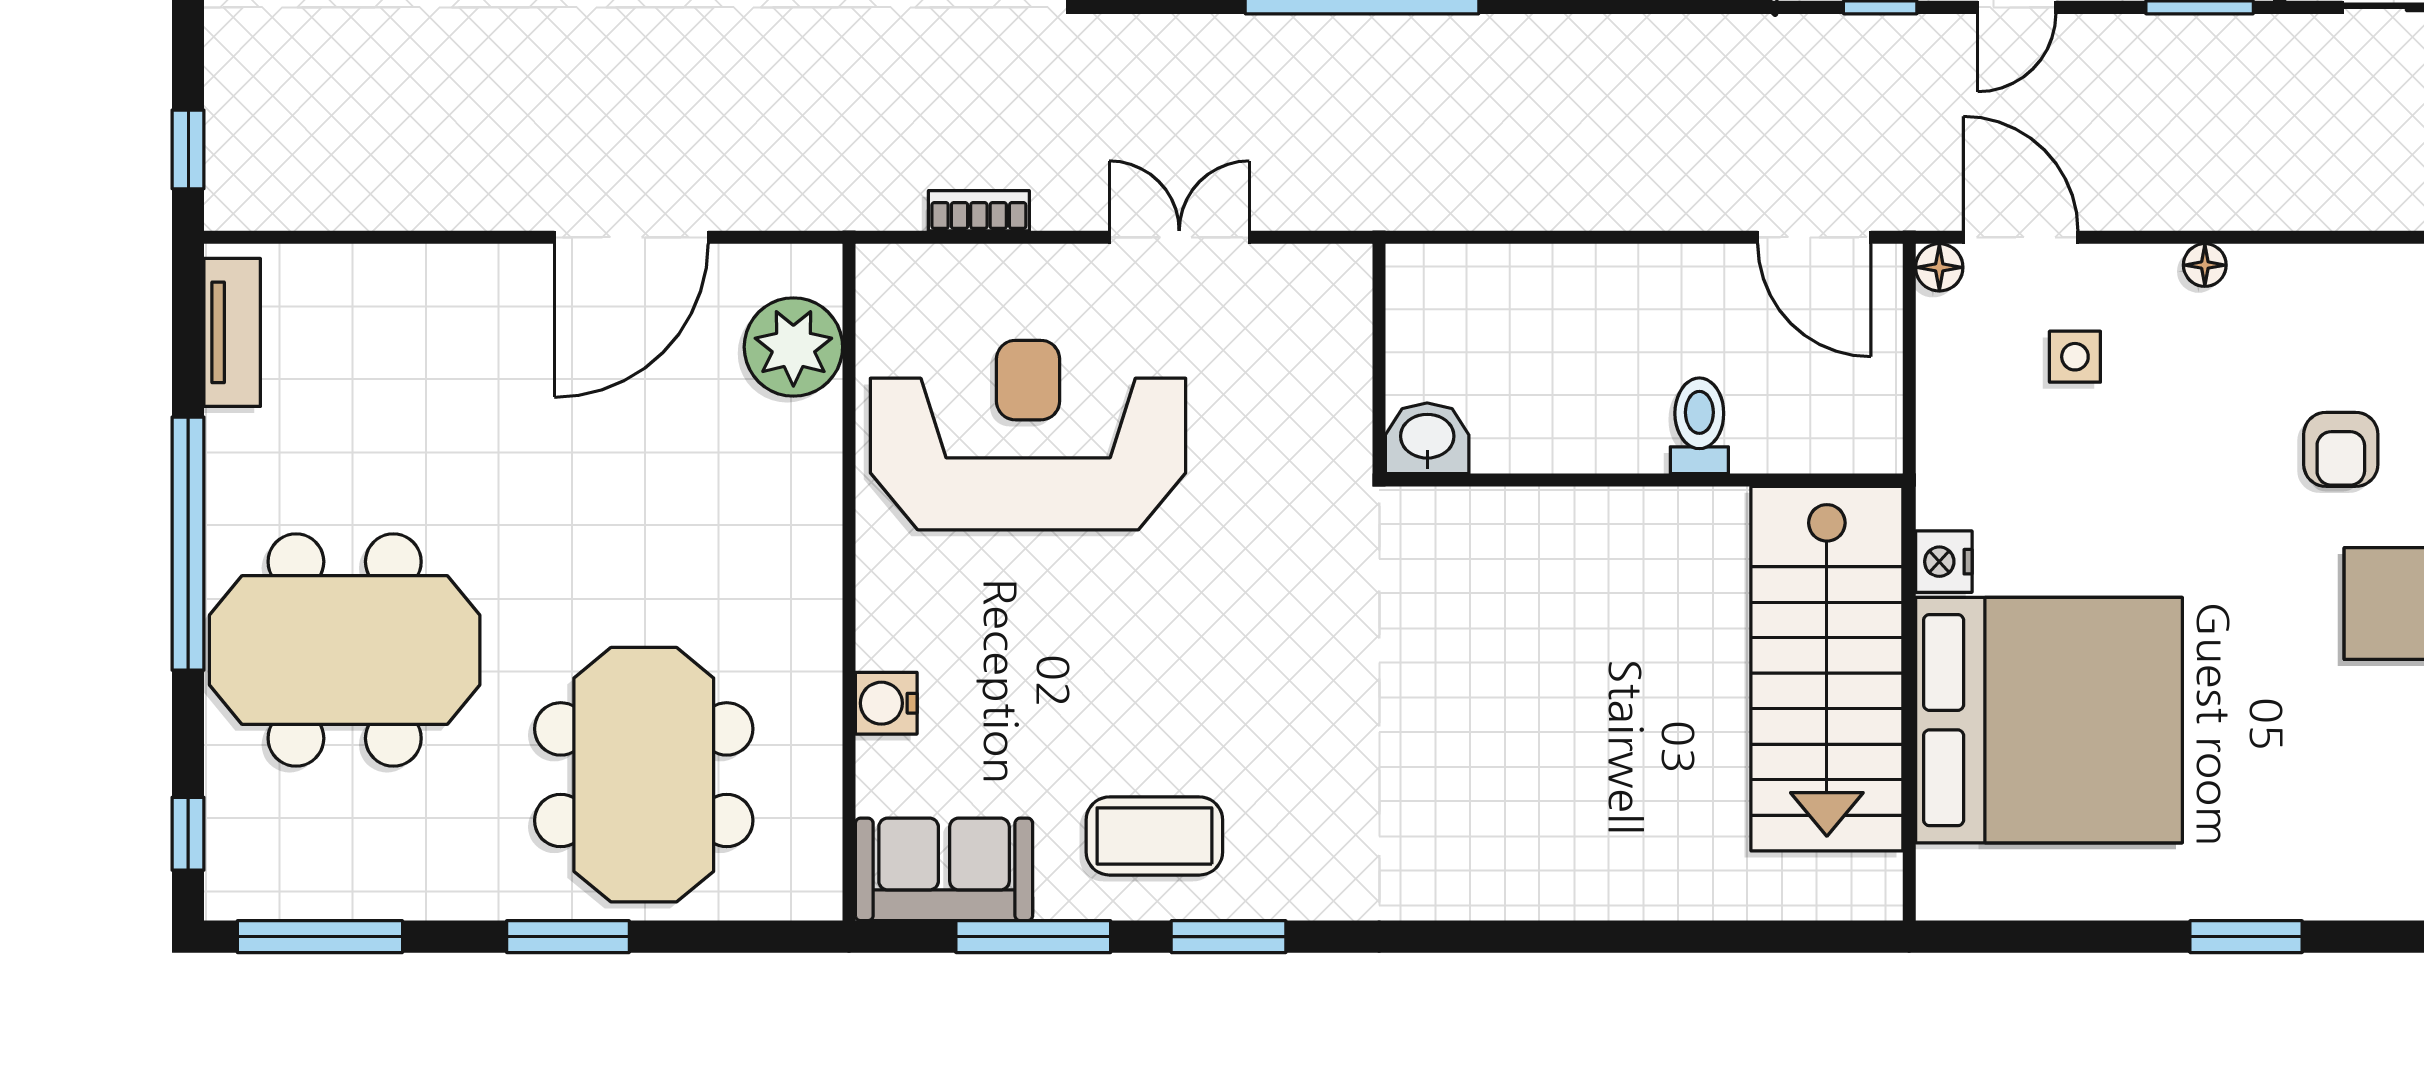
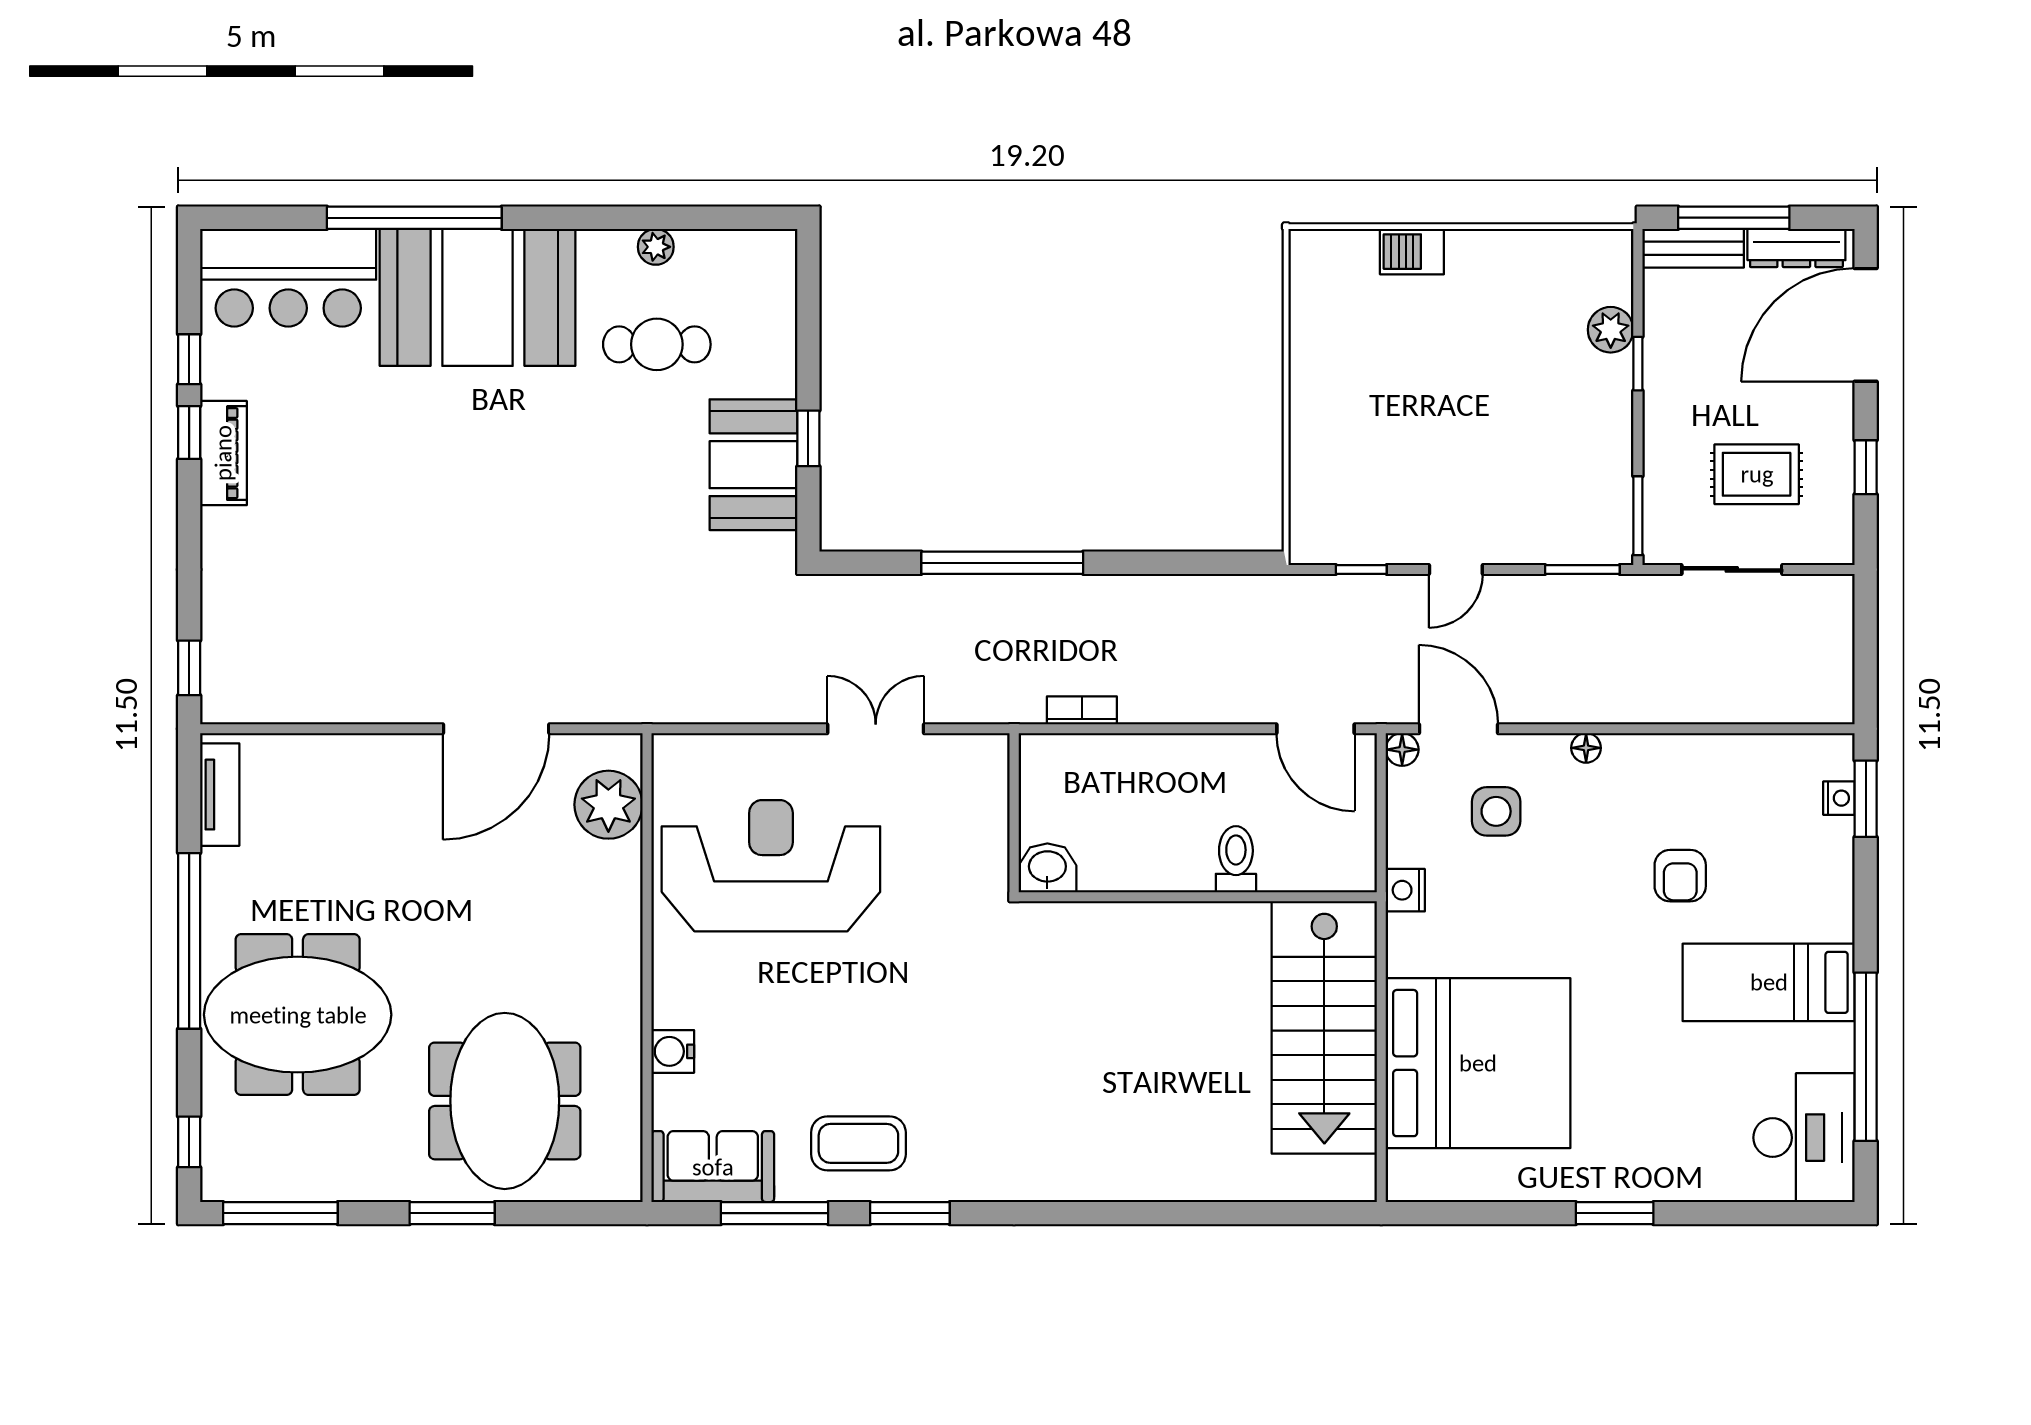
bookcase: (979, 211) -> (1082, 710), moved
side table: (2075, 357) -> (1496, 811), width x1.37, depth x1.37
nightstand: (1944, 562) -> (1405, 890), moved

